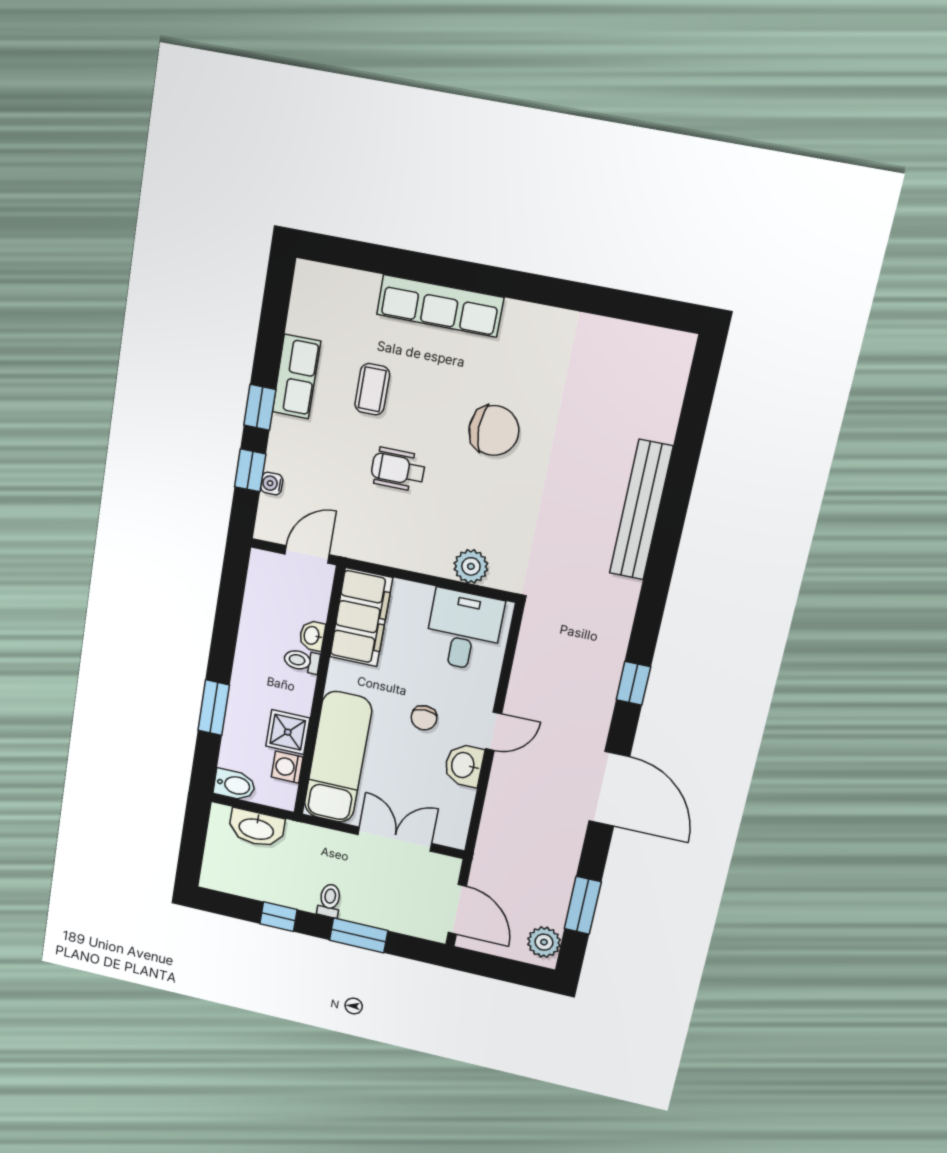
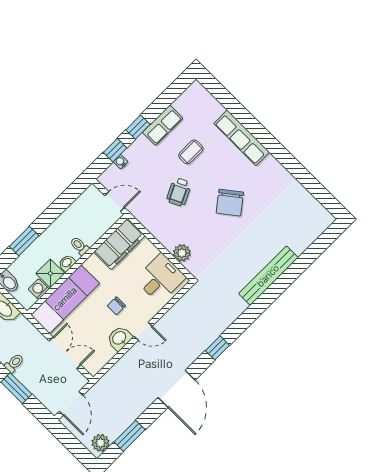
chair: (494, 430) -> (230, 203), turned 52
wheelchair: (398, 469) -> (179, 192), turned -116
washbasin: (312, 636) -> (67, 263), moved

